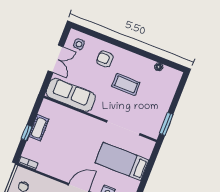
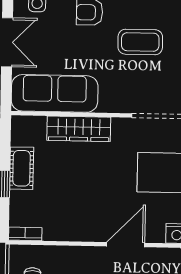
wardrobe: (77, 118) -> (79, 129), added

